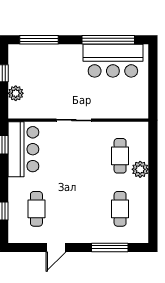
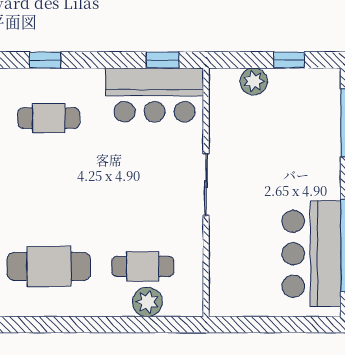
plant: (140, 169) -> (147, 302), moved
cafe table: (120, 209) -> (49, 266), width x1.37, depth x1.35

